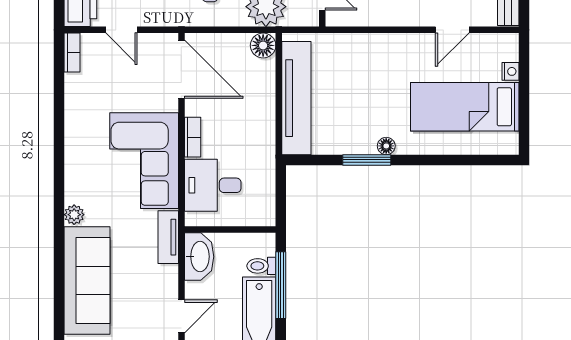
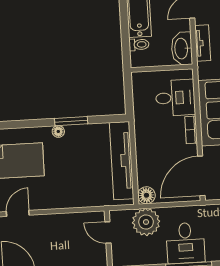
door: (181, 69) -> (201, 176), hinge flipped
tv unit: (168, 237) -> (203, 43), moved
window: (281, 285) -> (125, 32), removed

